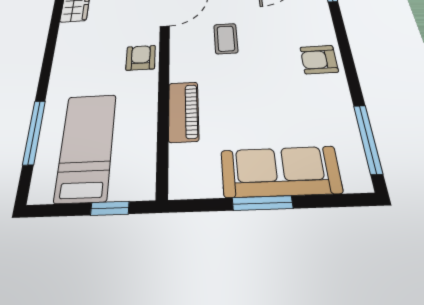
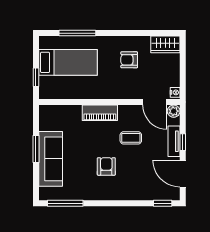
armchair: (141, 58) -> (129, 60), moved, turned 180
armchair: (319, 60) -> (106, 166), moved
piano: (183, 111) -> (100, 113), moved

